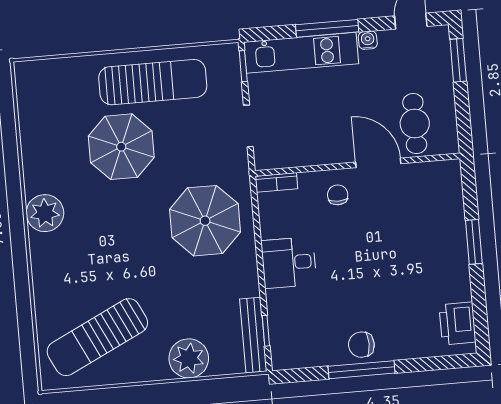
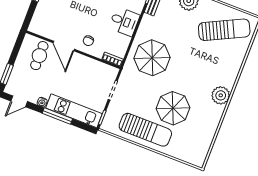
sun lounger: (153, 82) -> (145, 130), turned 180

